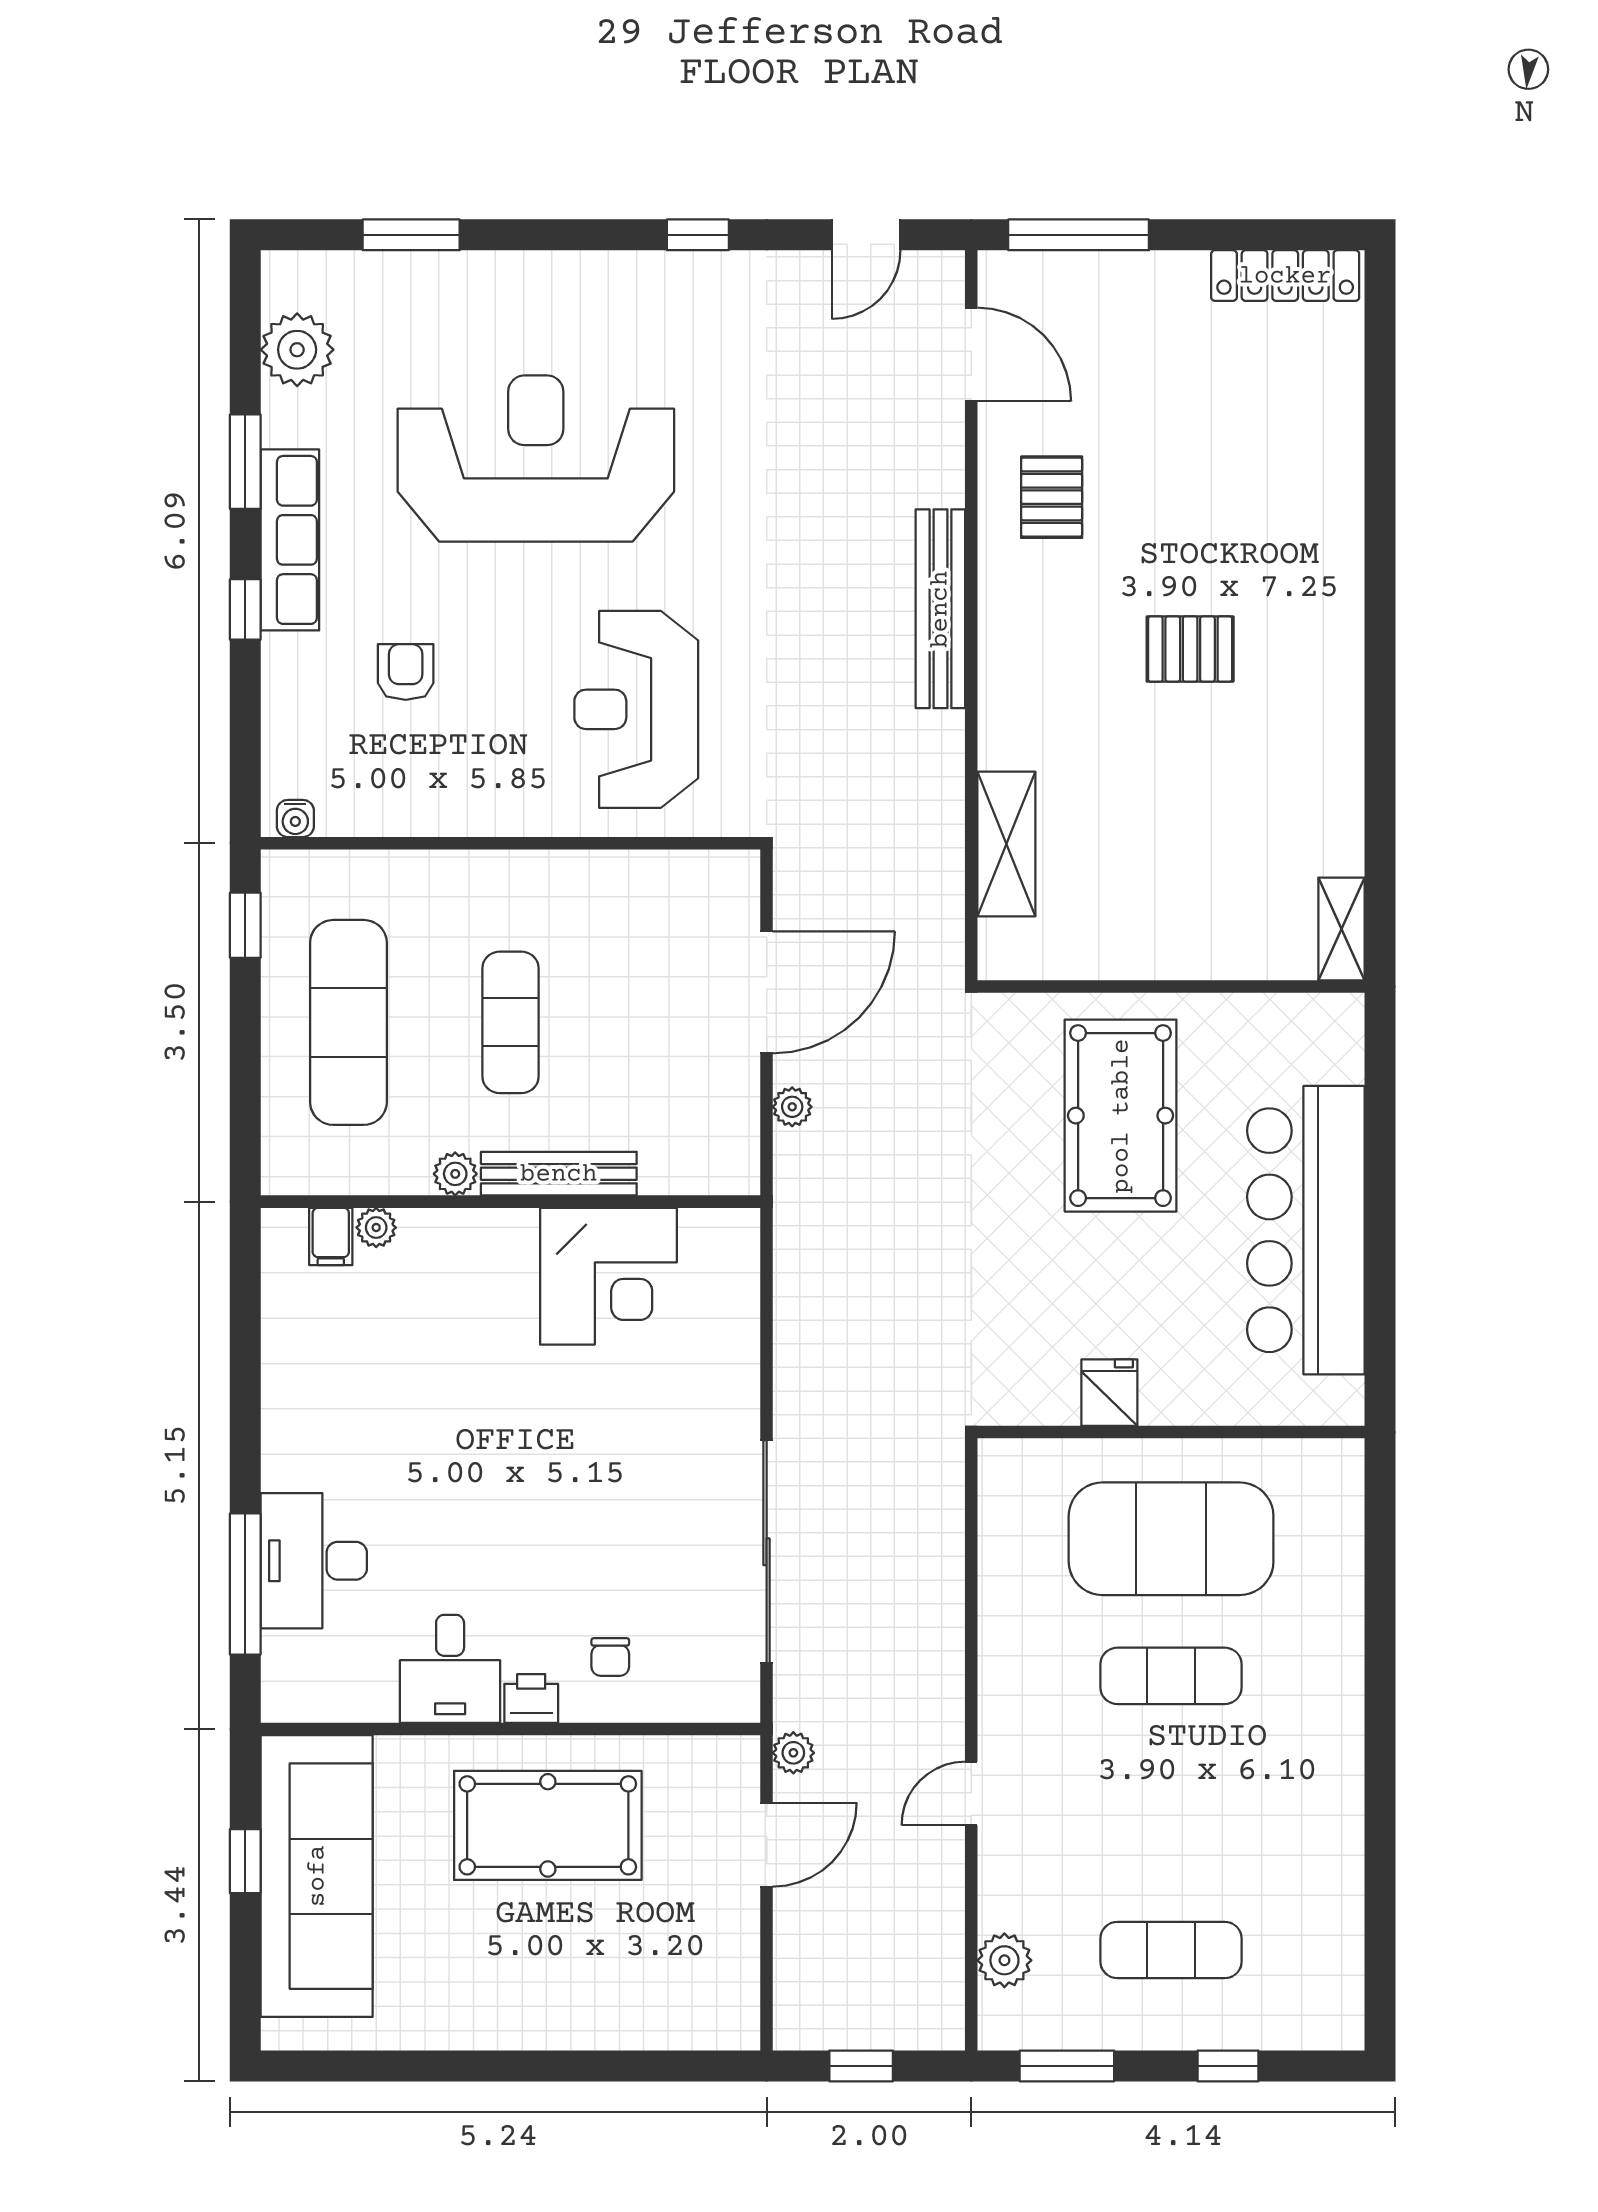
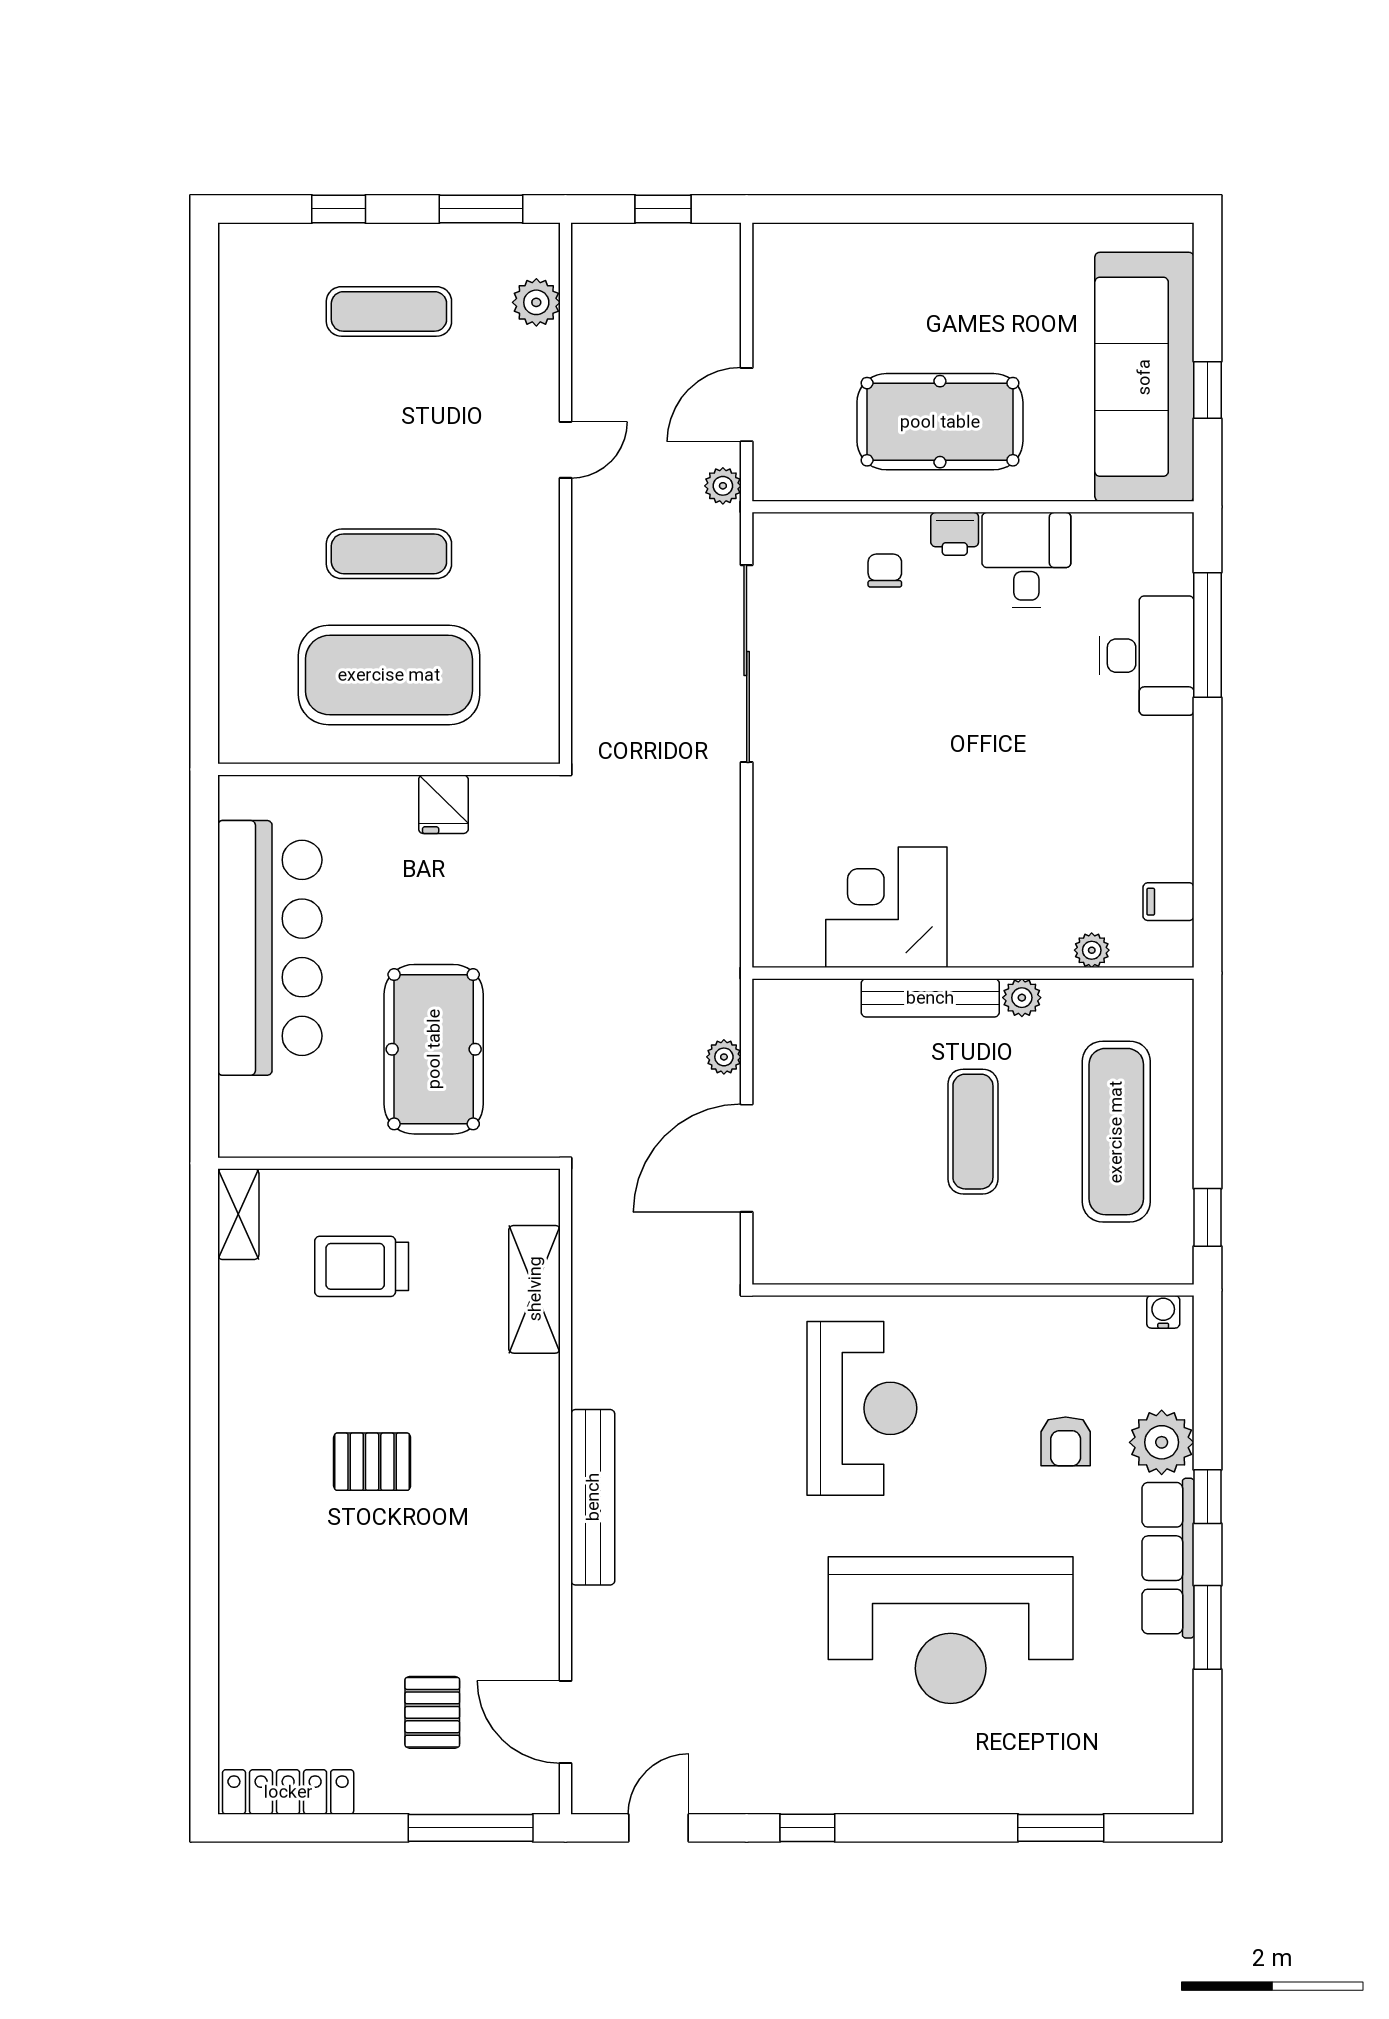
plant: (297, 350) -> (1162, 1442), moved
pallet: (1052, 497) -> (432, 1712), moved
trolley: (1202, 870) -> (362, 1266), added
filing cabinet: (331, 1236) -> (1169, 902), moved, turned -90

